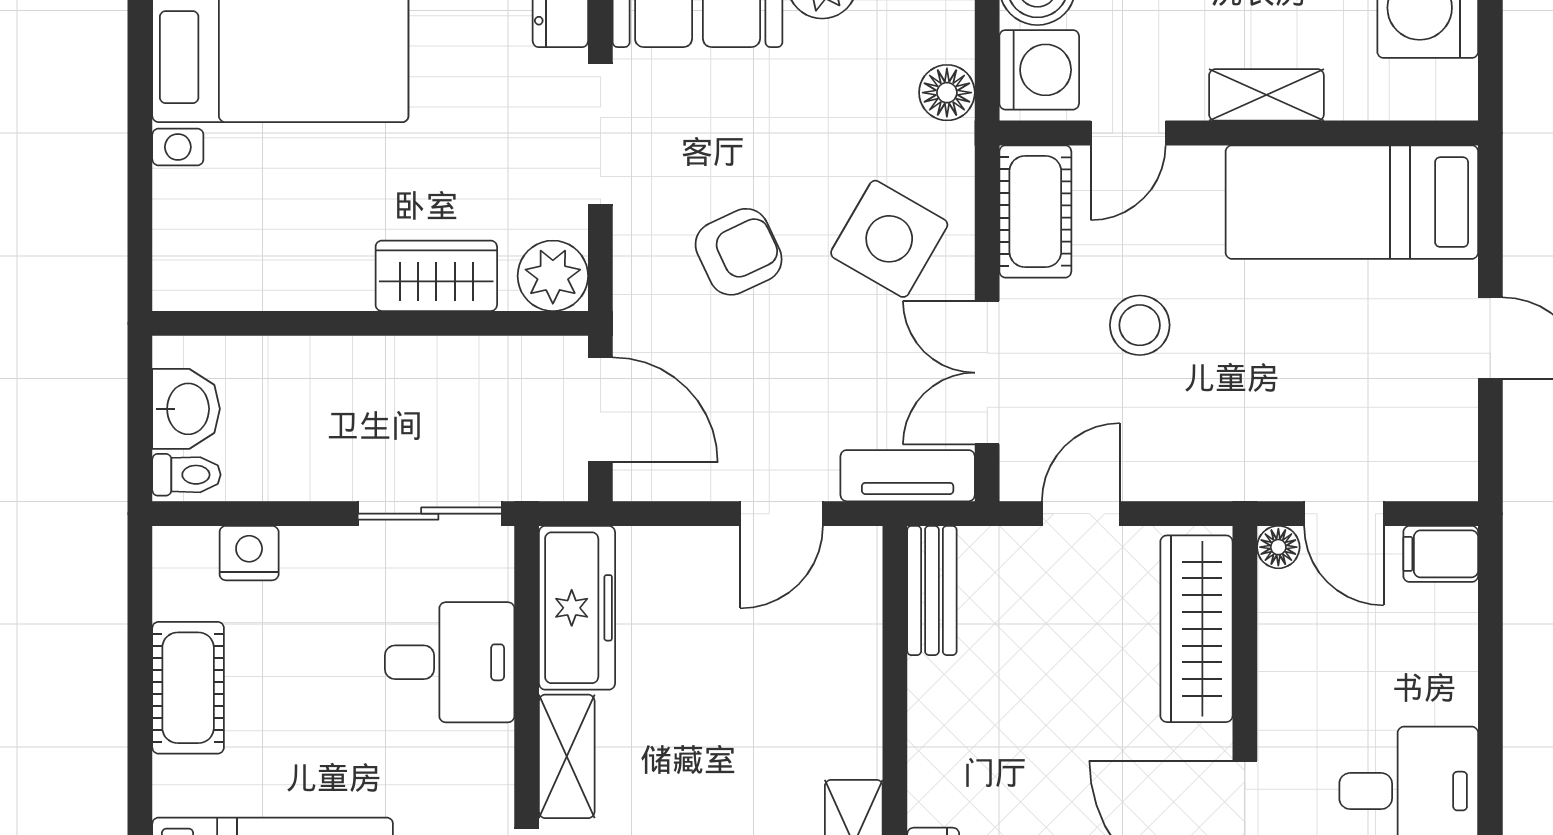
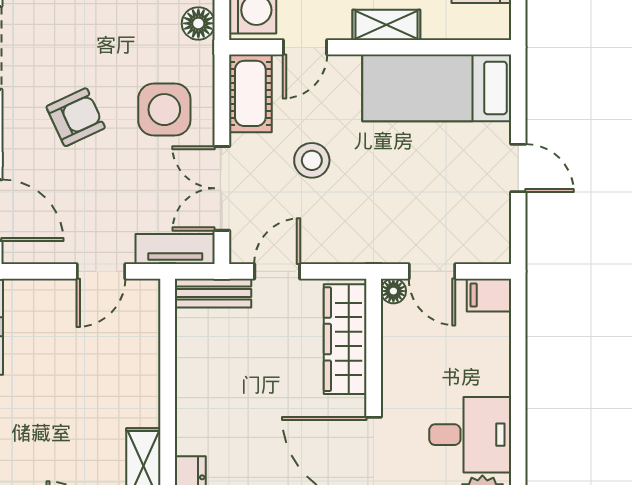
side table: (889, 239) -> (164, 110), turned -30
bench: (932, 590) -> (213, 293), moved, turned 90

